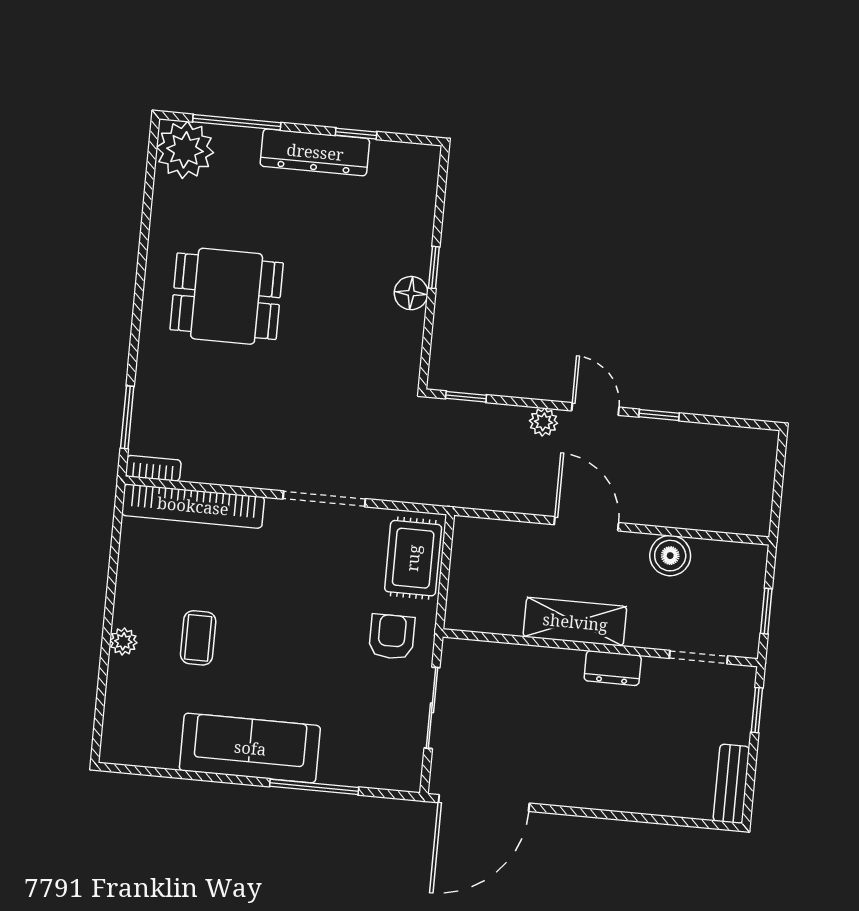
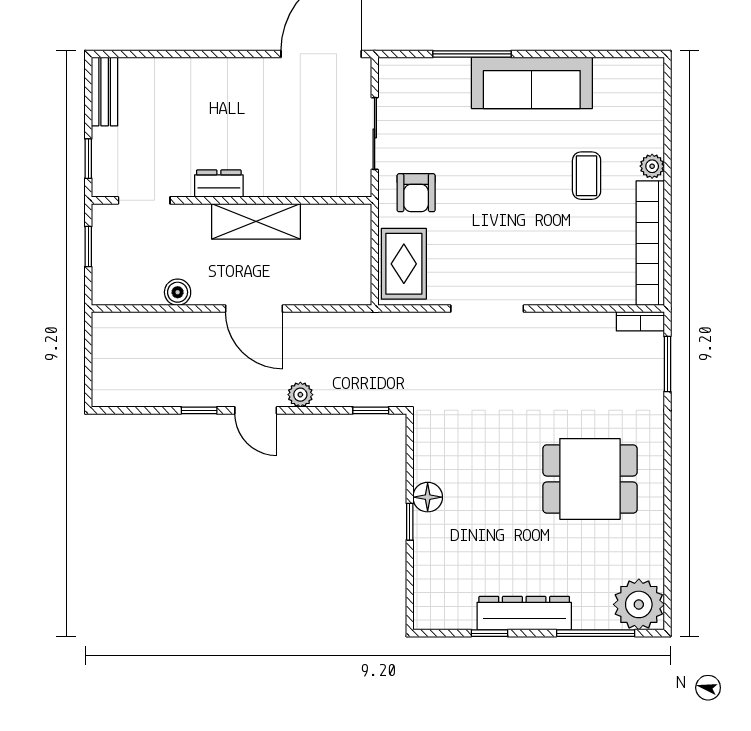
bookcase: (193, 506) -> (650, 243), moved, turned -90
boiler: (670, 556) -> (178, 292), width x0.73, depth x0.73

